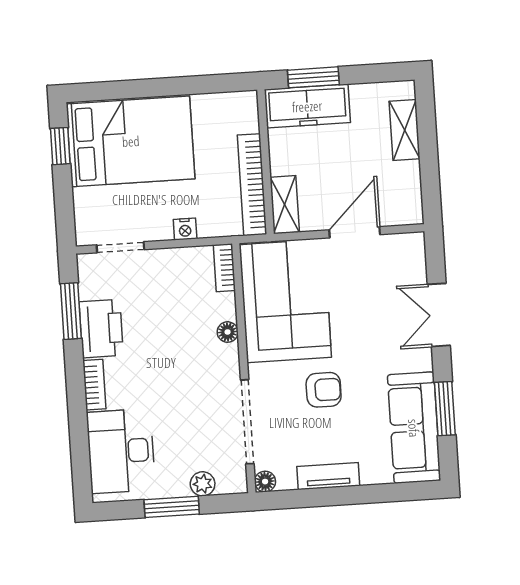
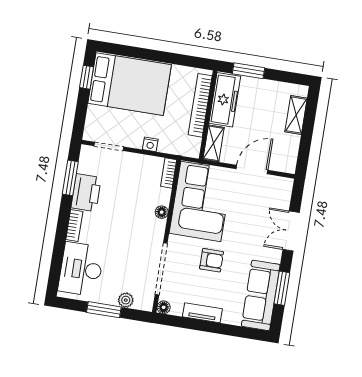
freezer: (307, 106) -> (225, 100), moved, turned -90
bookcase: (252, 185) -> (200, 105), moved

